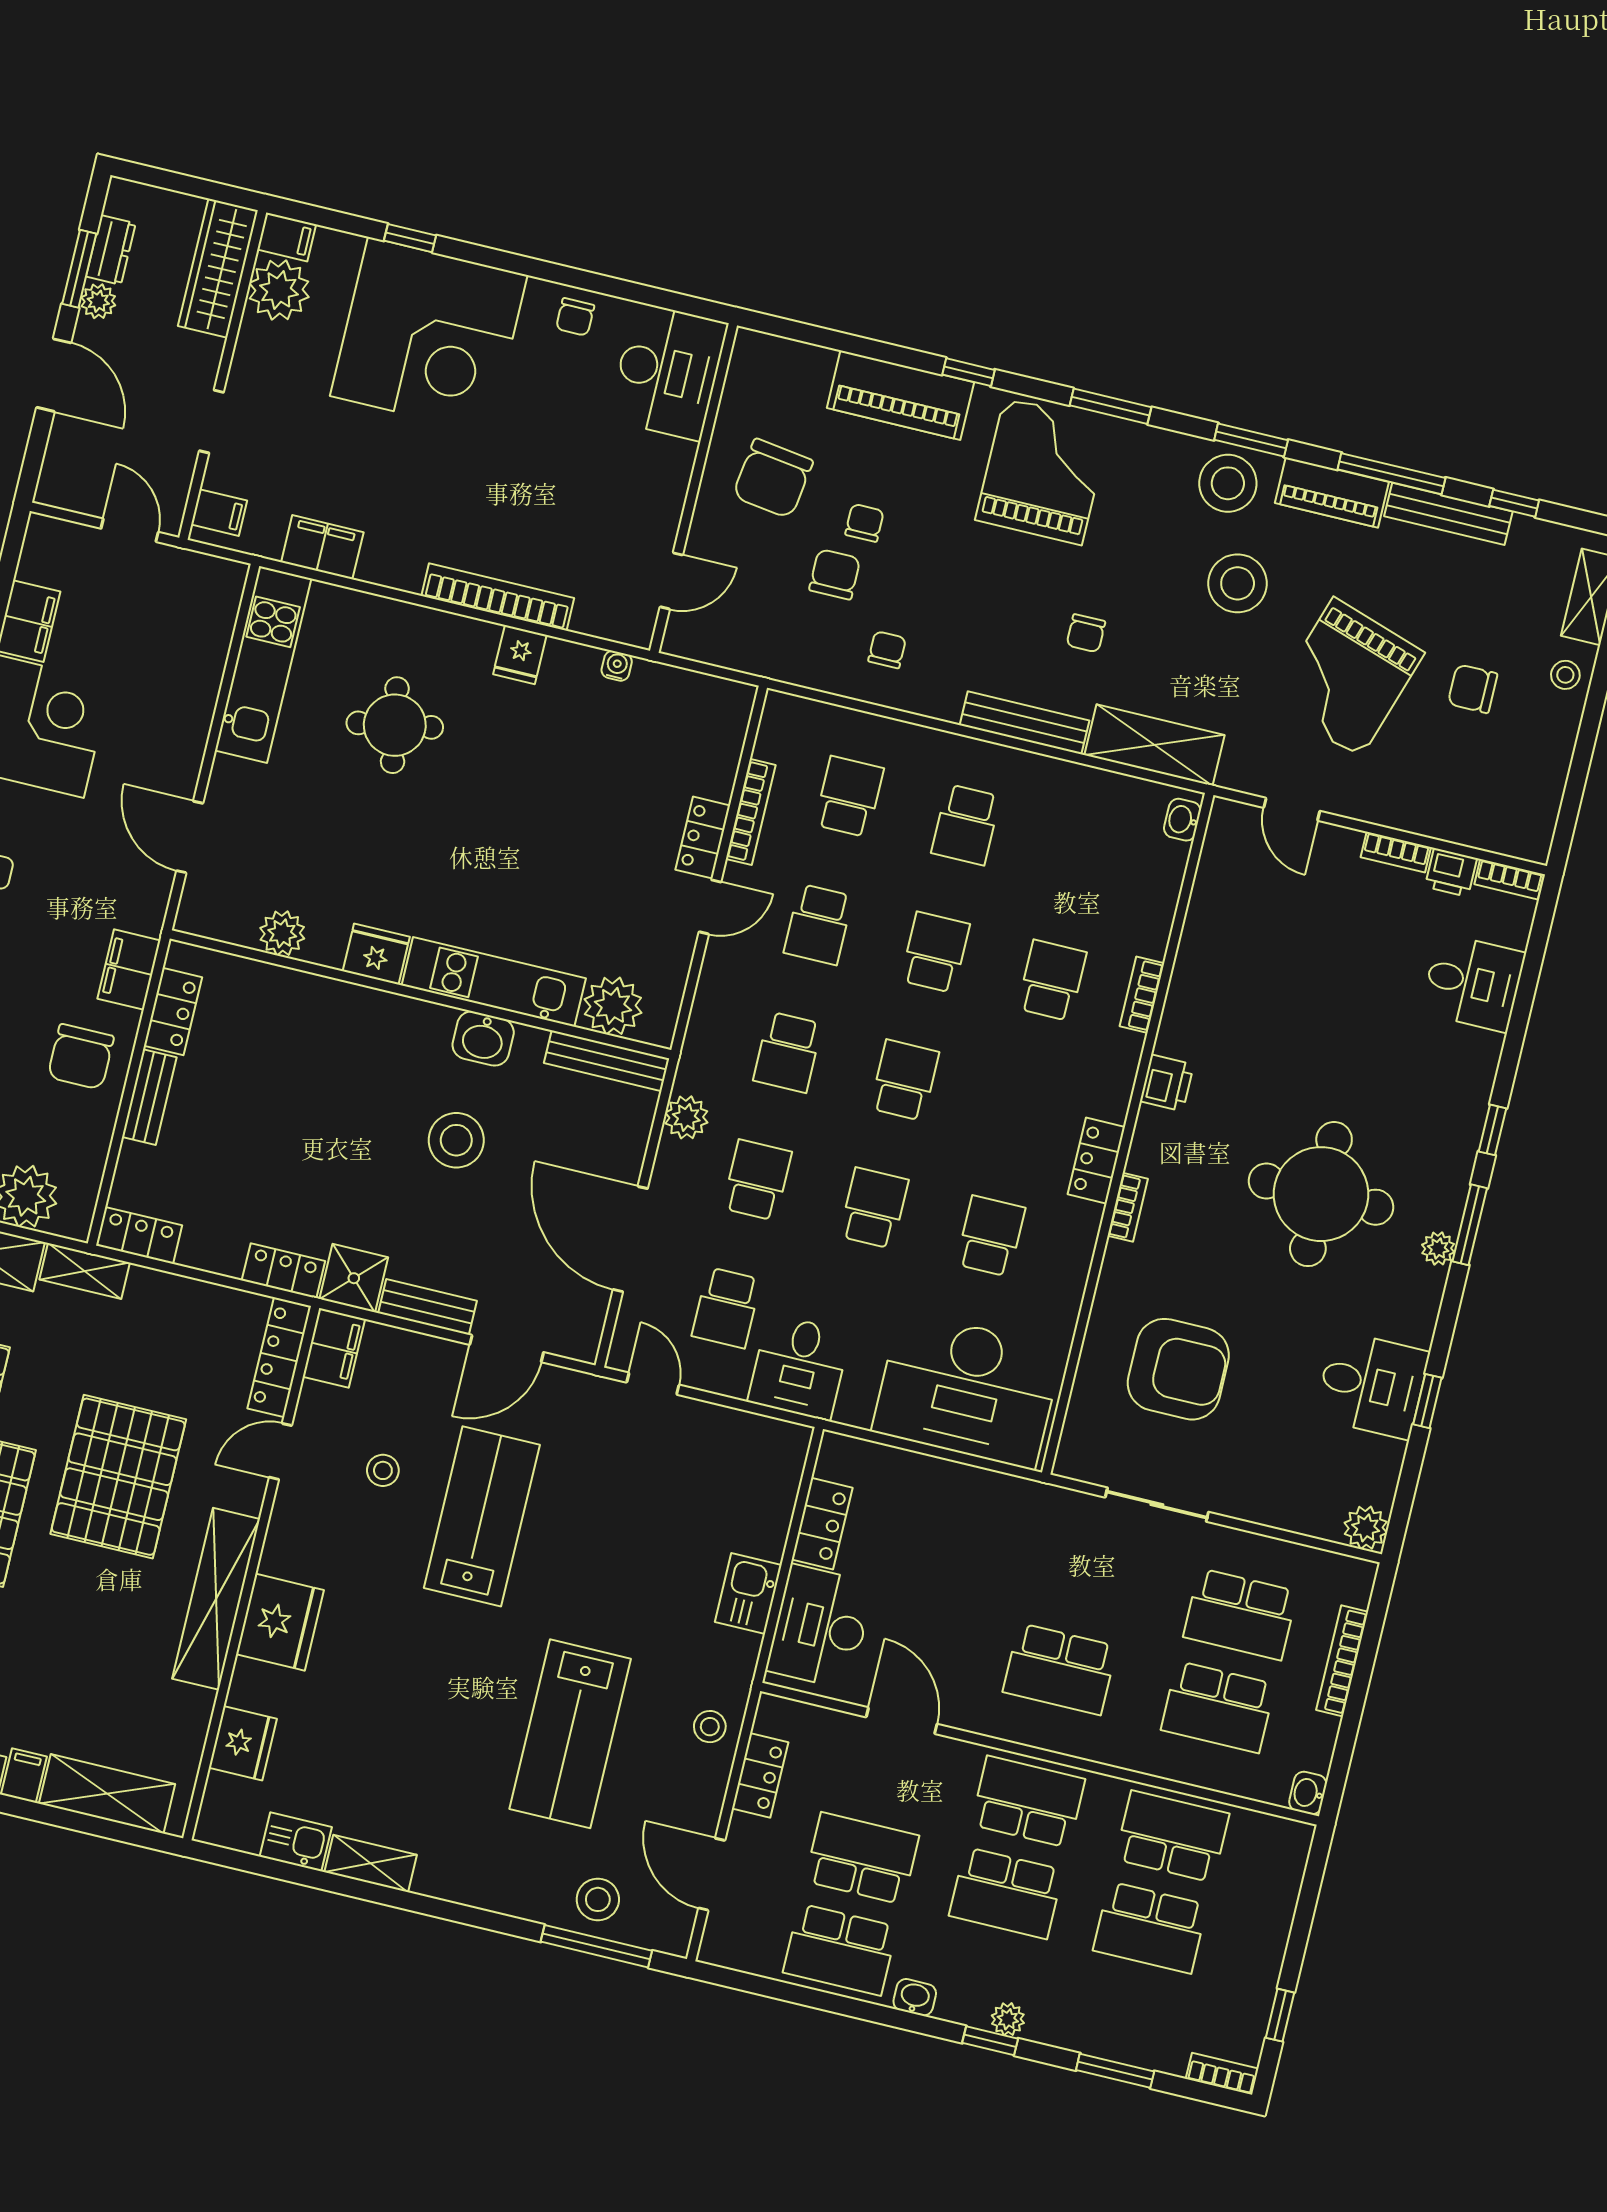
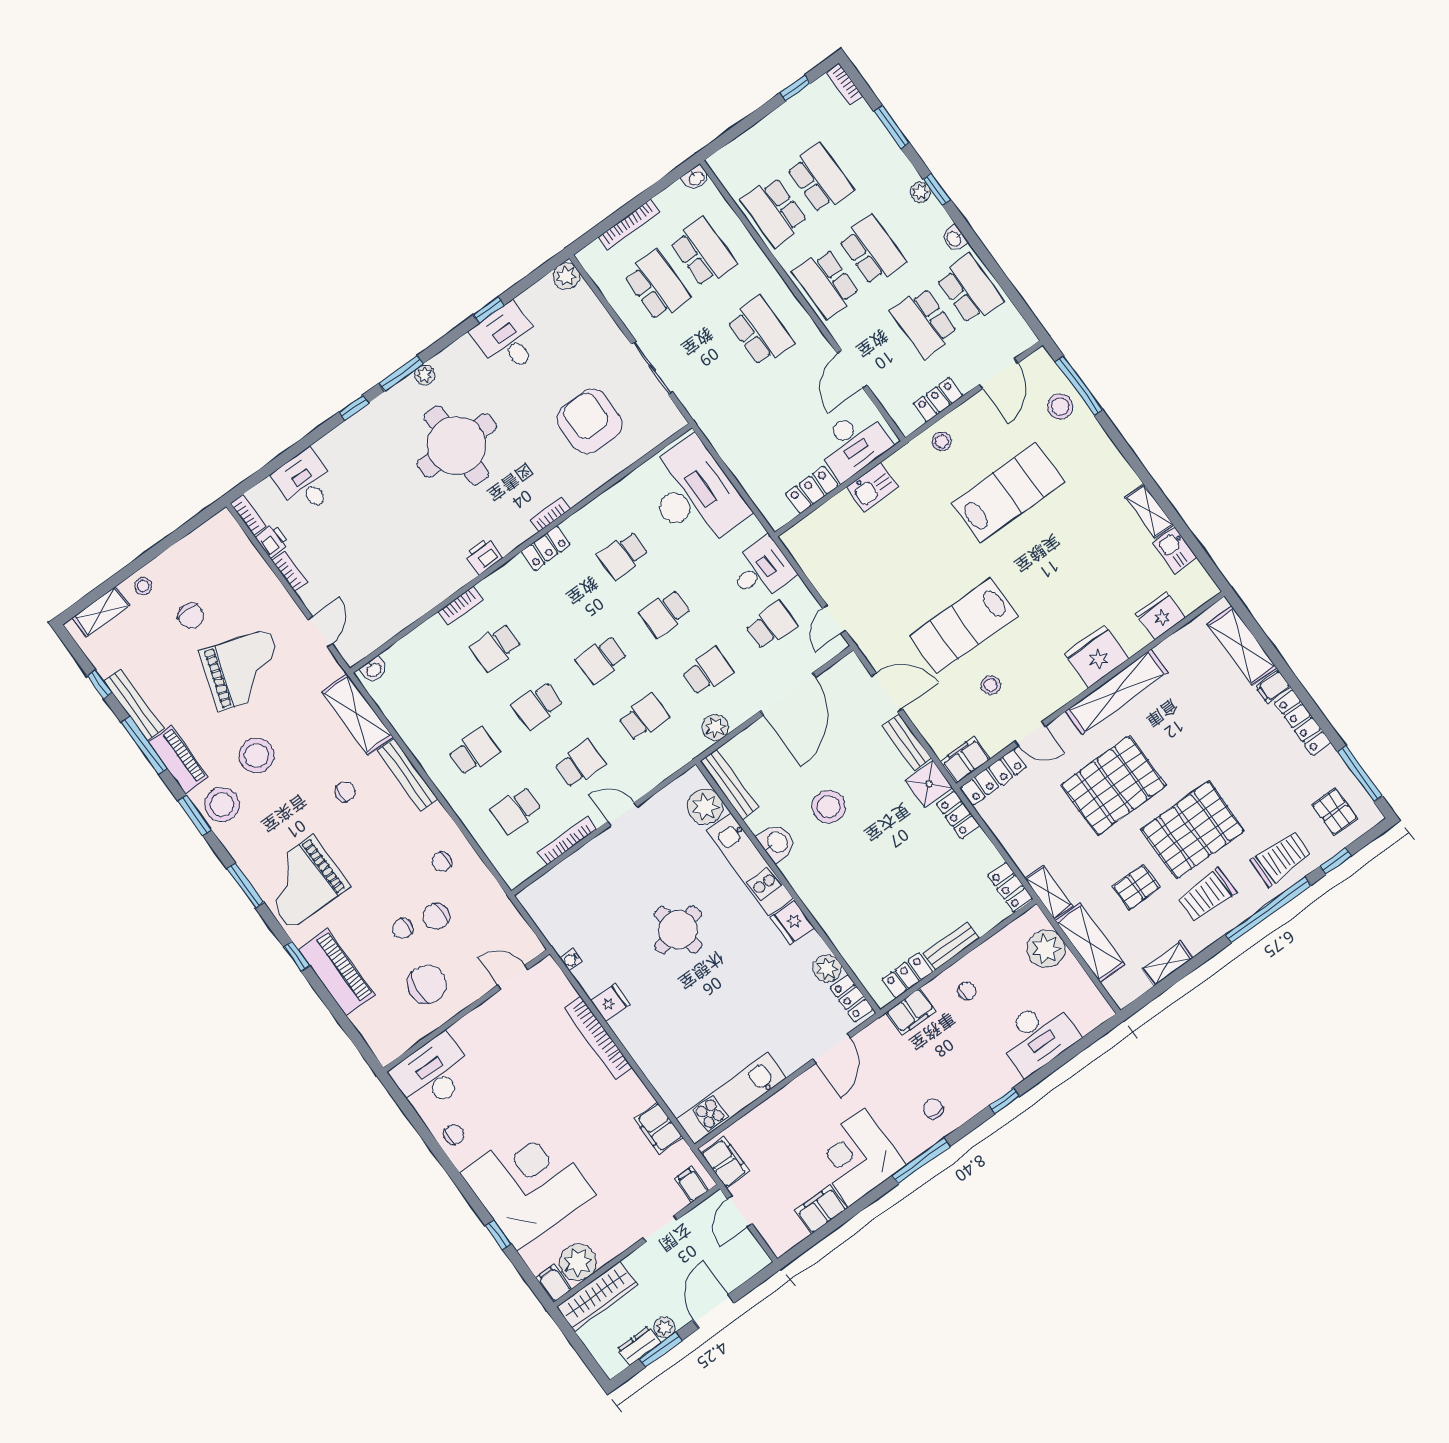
filing cabinet: (201, 577) -> (725, 1162), added
round table: (395, 725) -> (678, 930), moved
locker: (703, 838) -> (851, 998), moved, turned 90
chair: (81, 1057) -> (967, 991), width x0.54, depth x0.54
school desk: (757, 1180) -> (707, 671), turned 180

